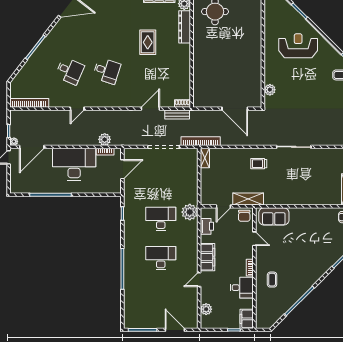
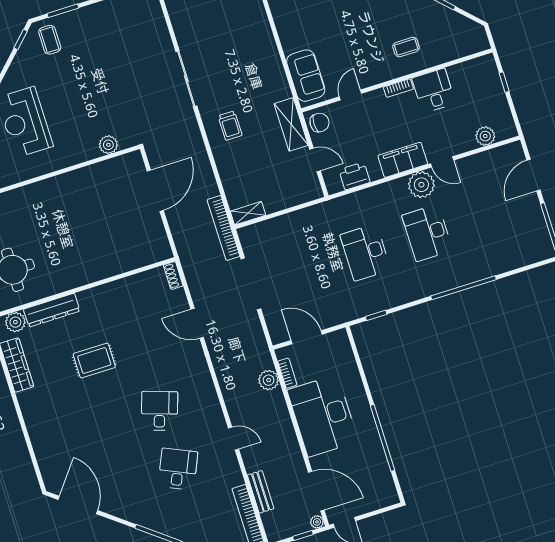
bench: (177, 114) -> (261, 492), moved
plant: (190, 212) -> (421, 185), moved
filing cabinet: (247, 319) -> (480, 67), removed

